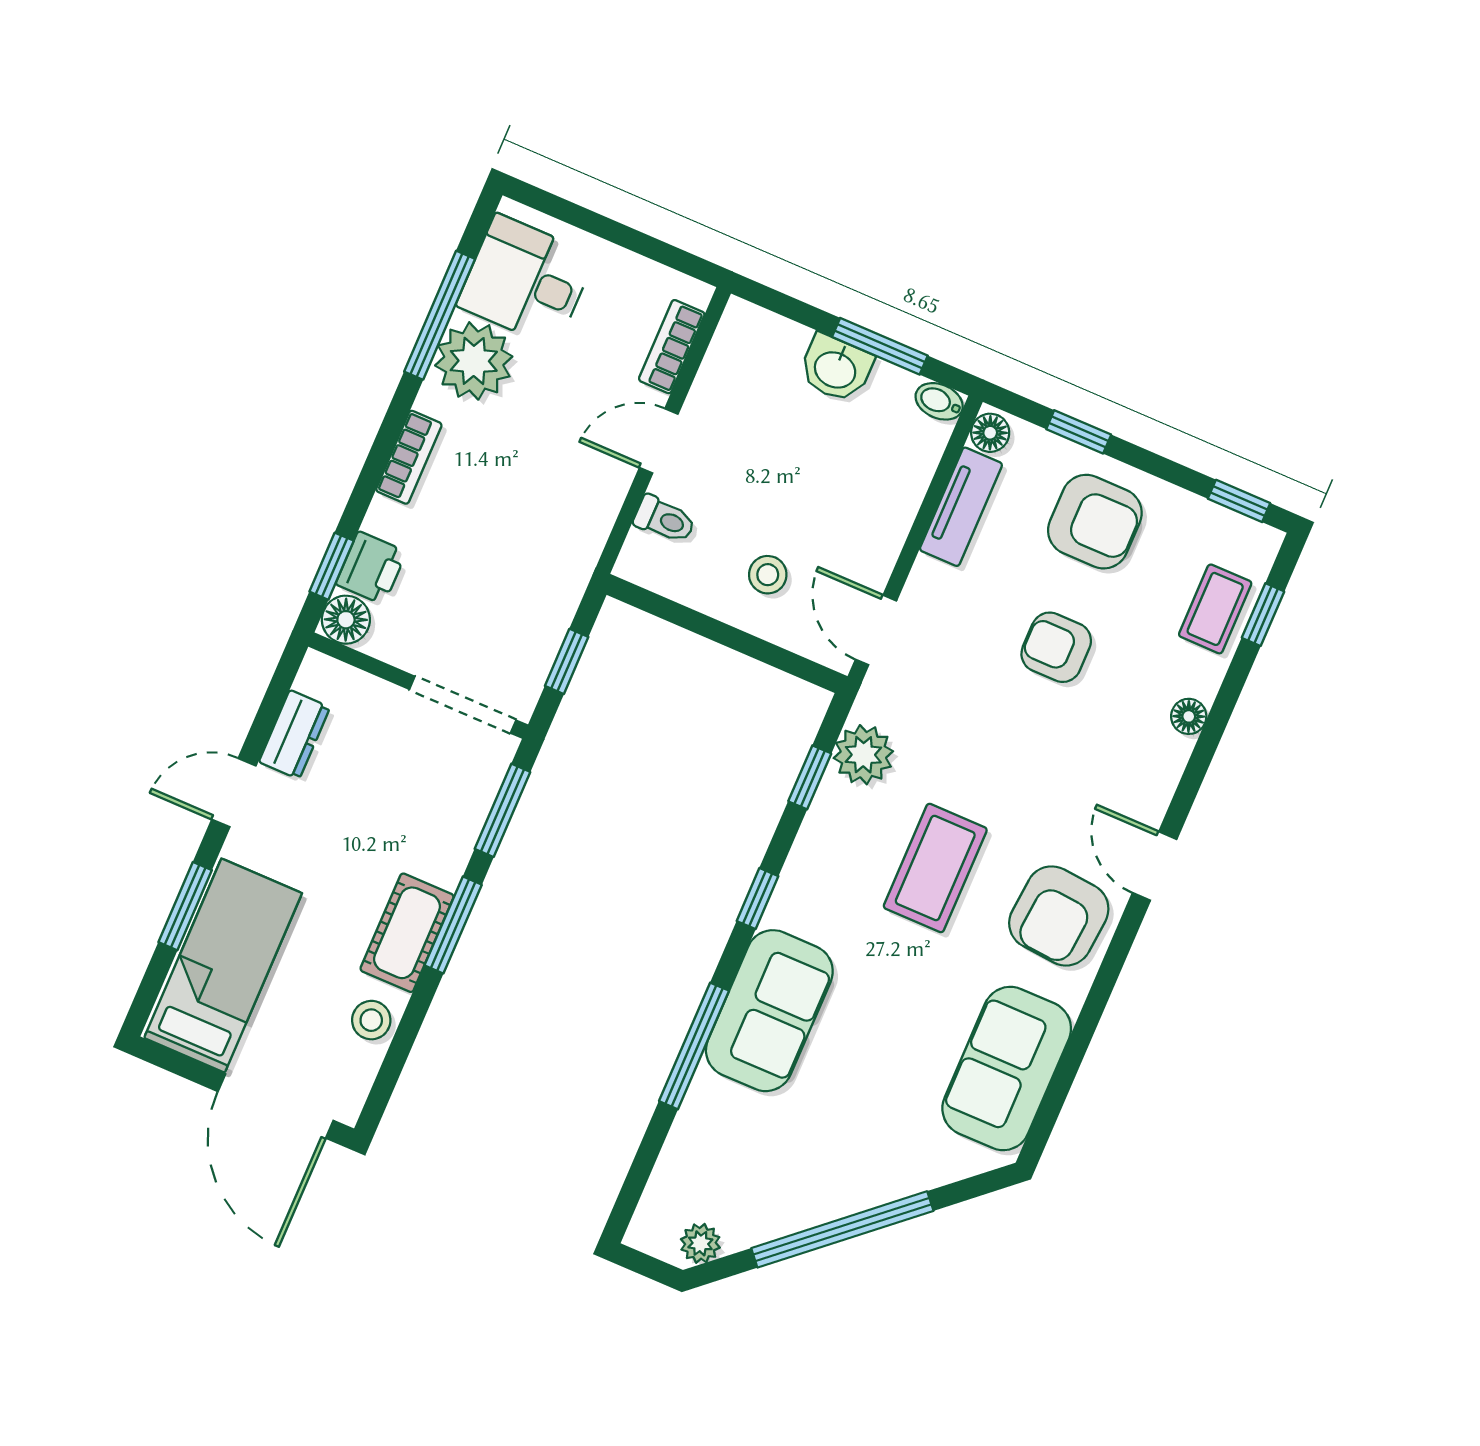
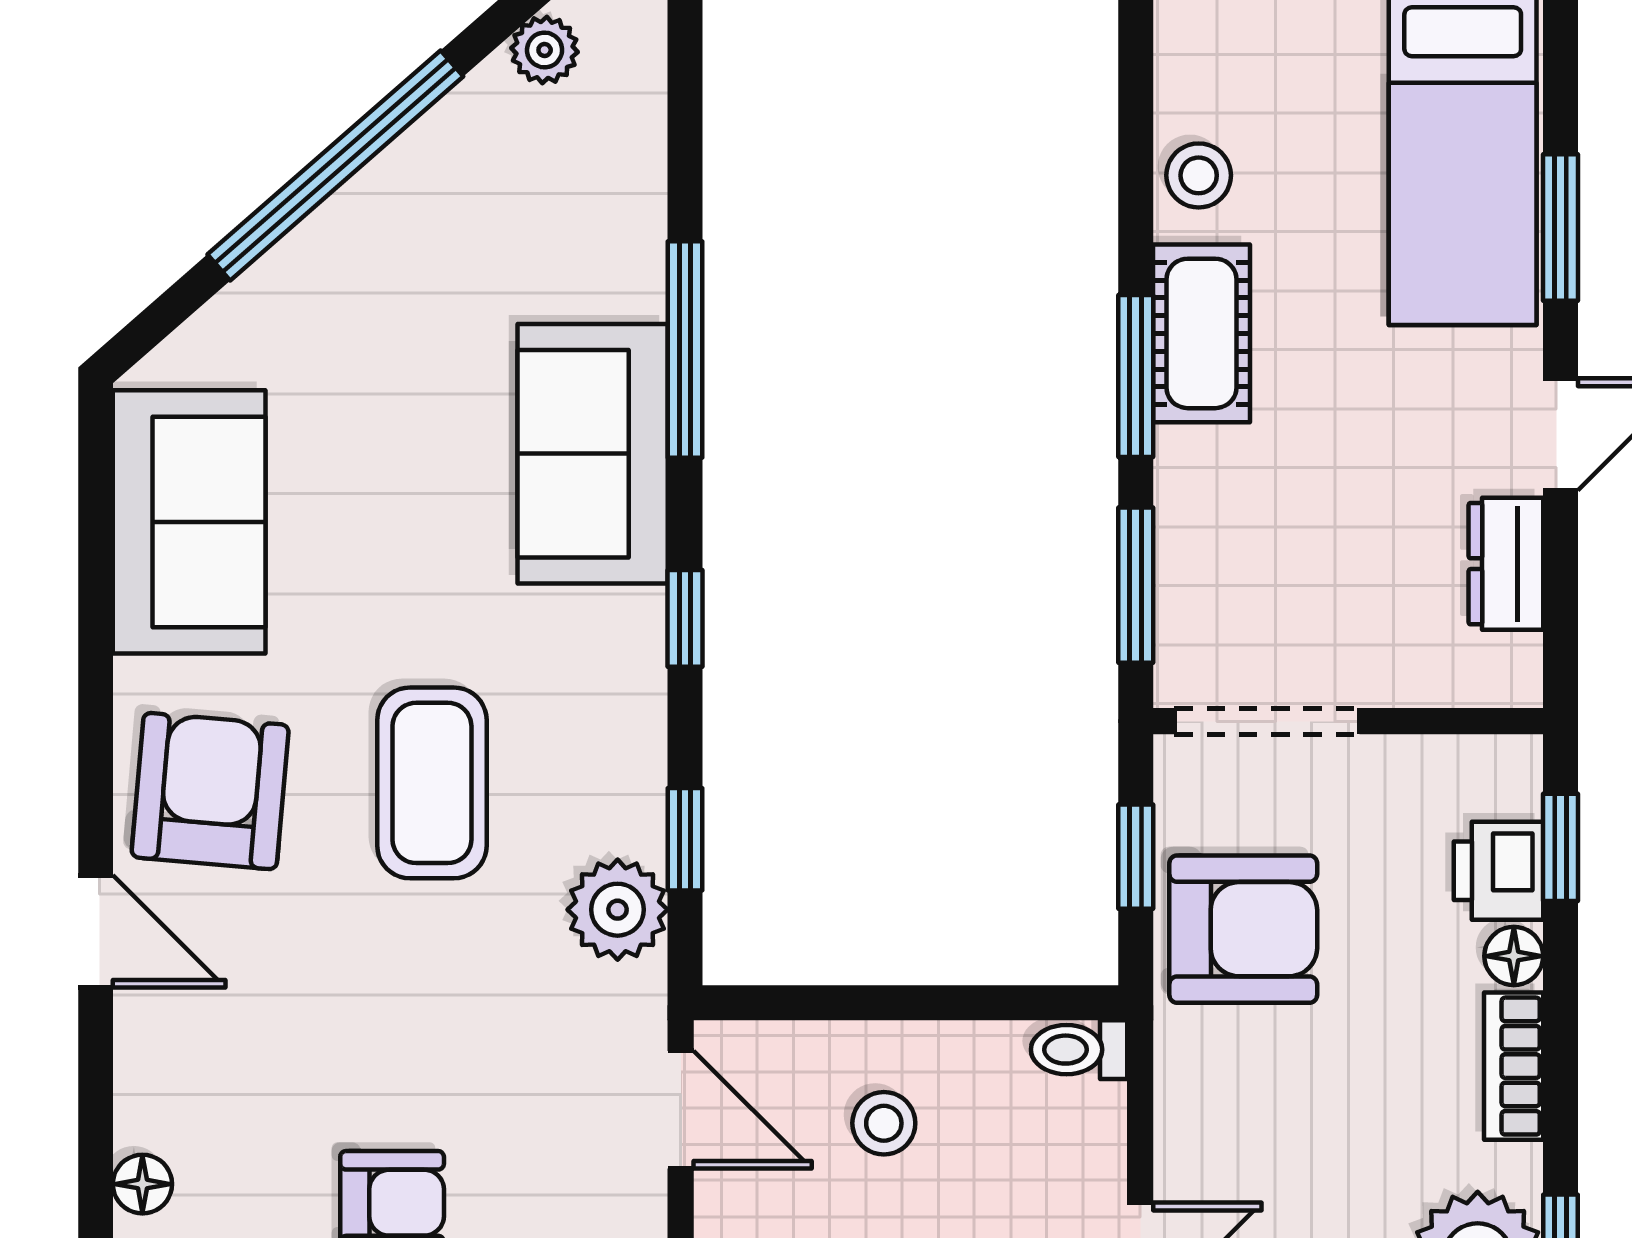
toilet: (665, 520) -> (1079, 1050), moved
armchair: (525, 596) -> (1243, 929), added
floor lamp: (346, 620) -> (1514, 956), moved, width x0.73, depth x0.73

